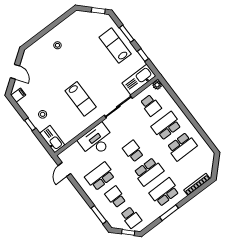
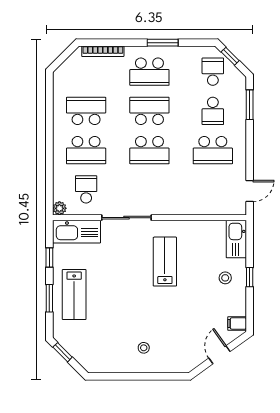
desk: (97, 141) -> (184, 197), removed
school desk: (133, 151) -> (149, 150), width x1.85

